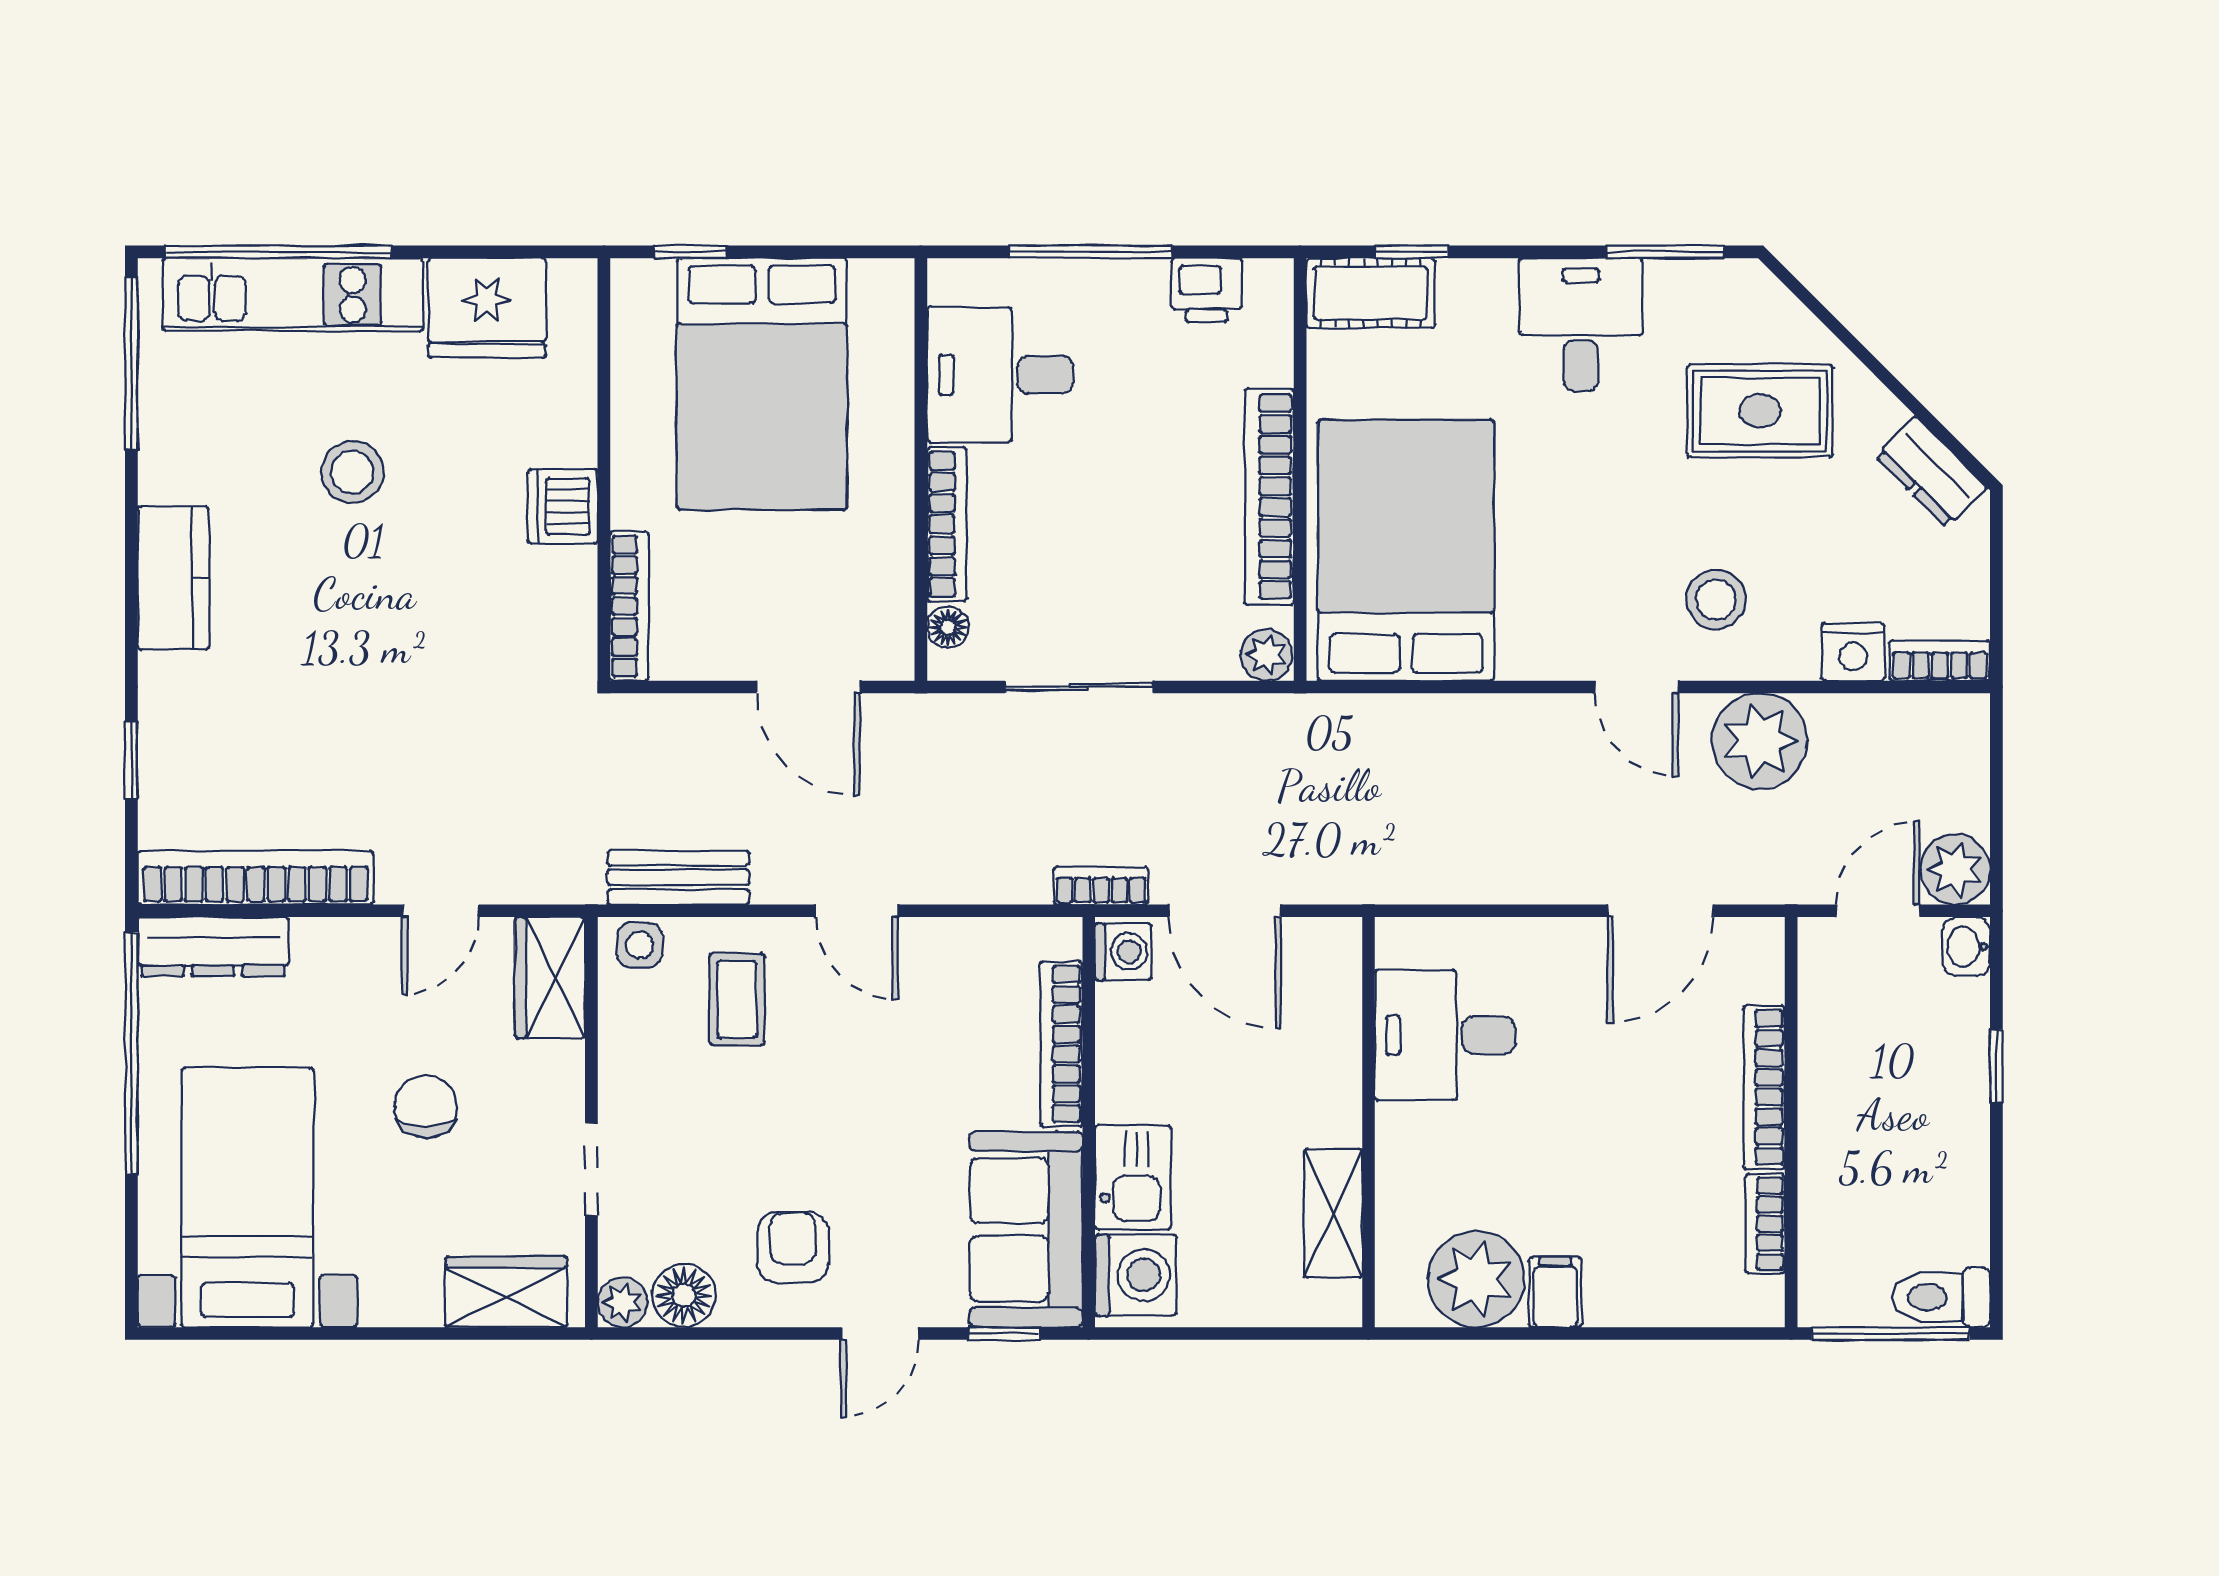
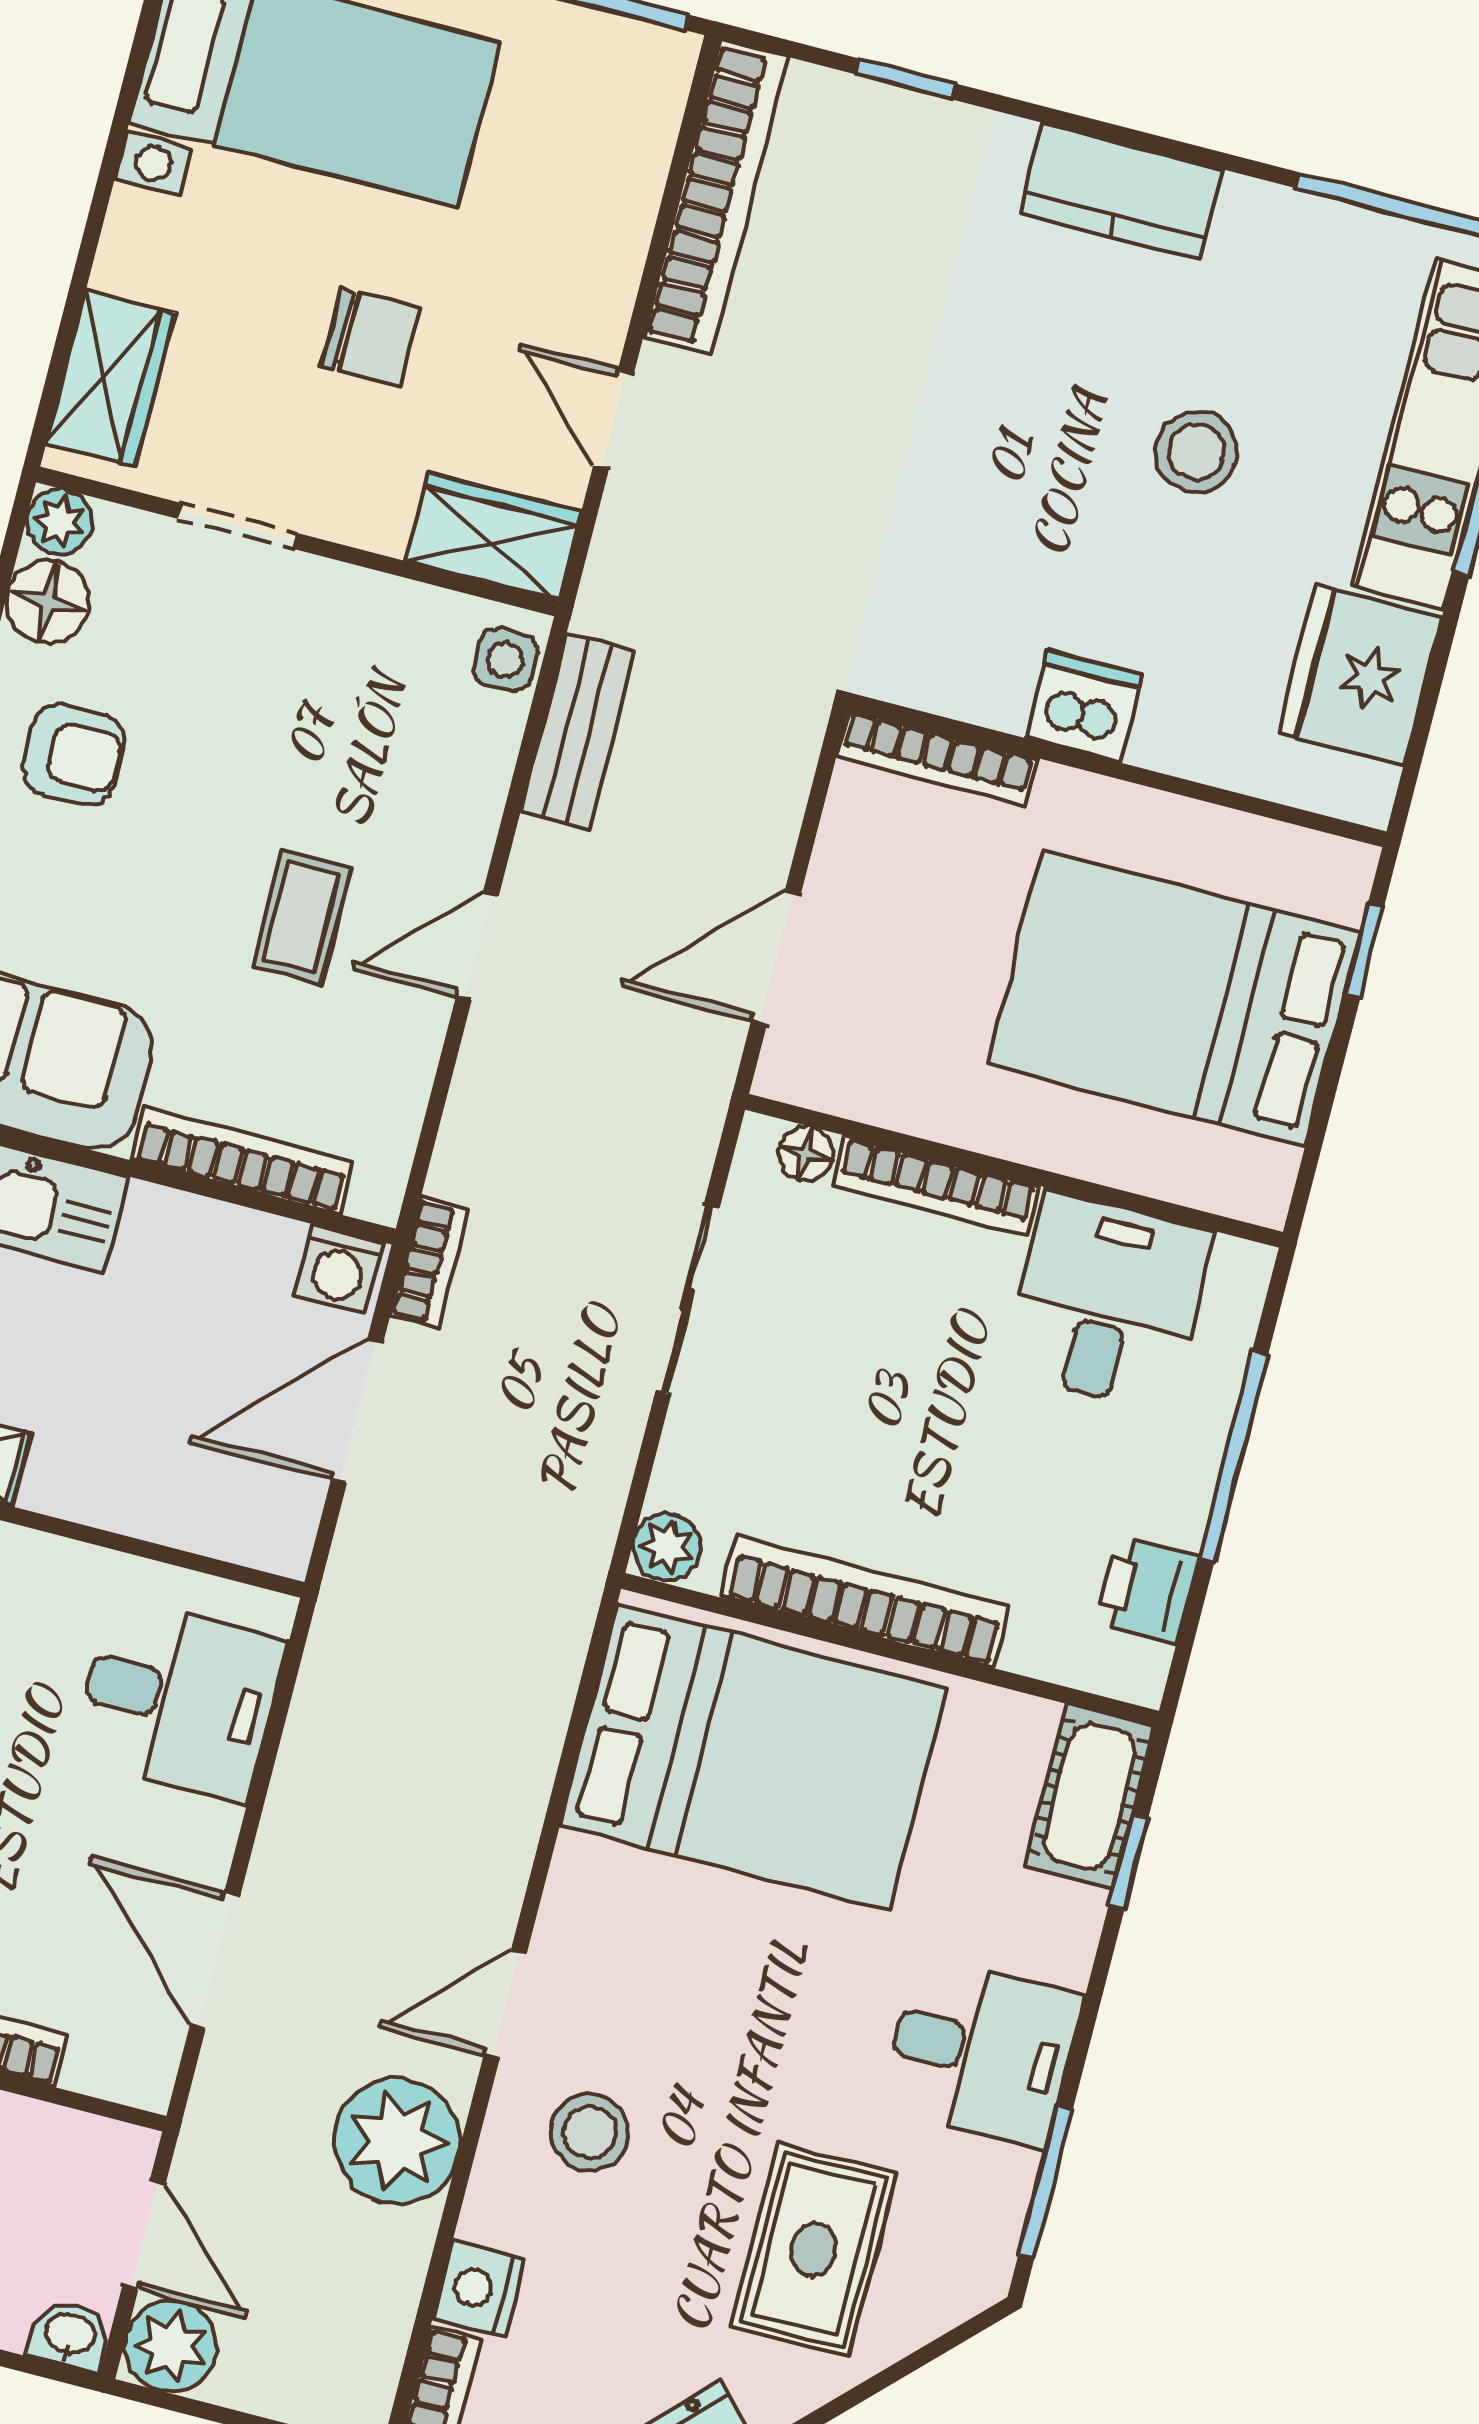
dresser: (213, 947) -> (643, 121), removed
coffee table: (737, 999) -> (301, 917), moved, turned 90
desk: (1445, 1035) -> (179, 1700), moved, turned 90

